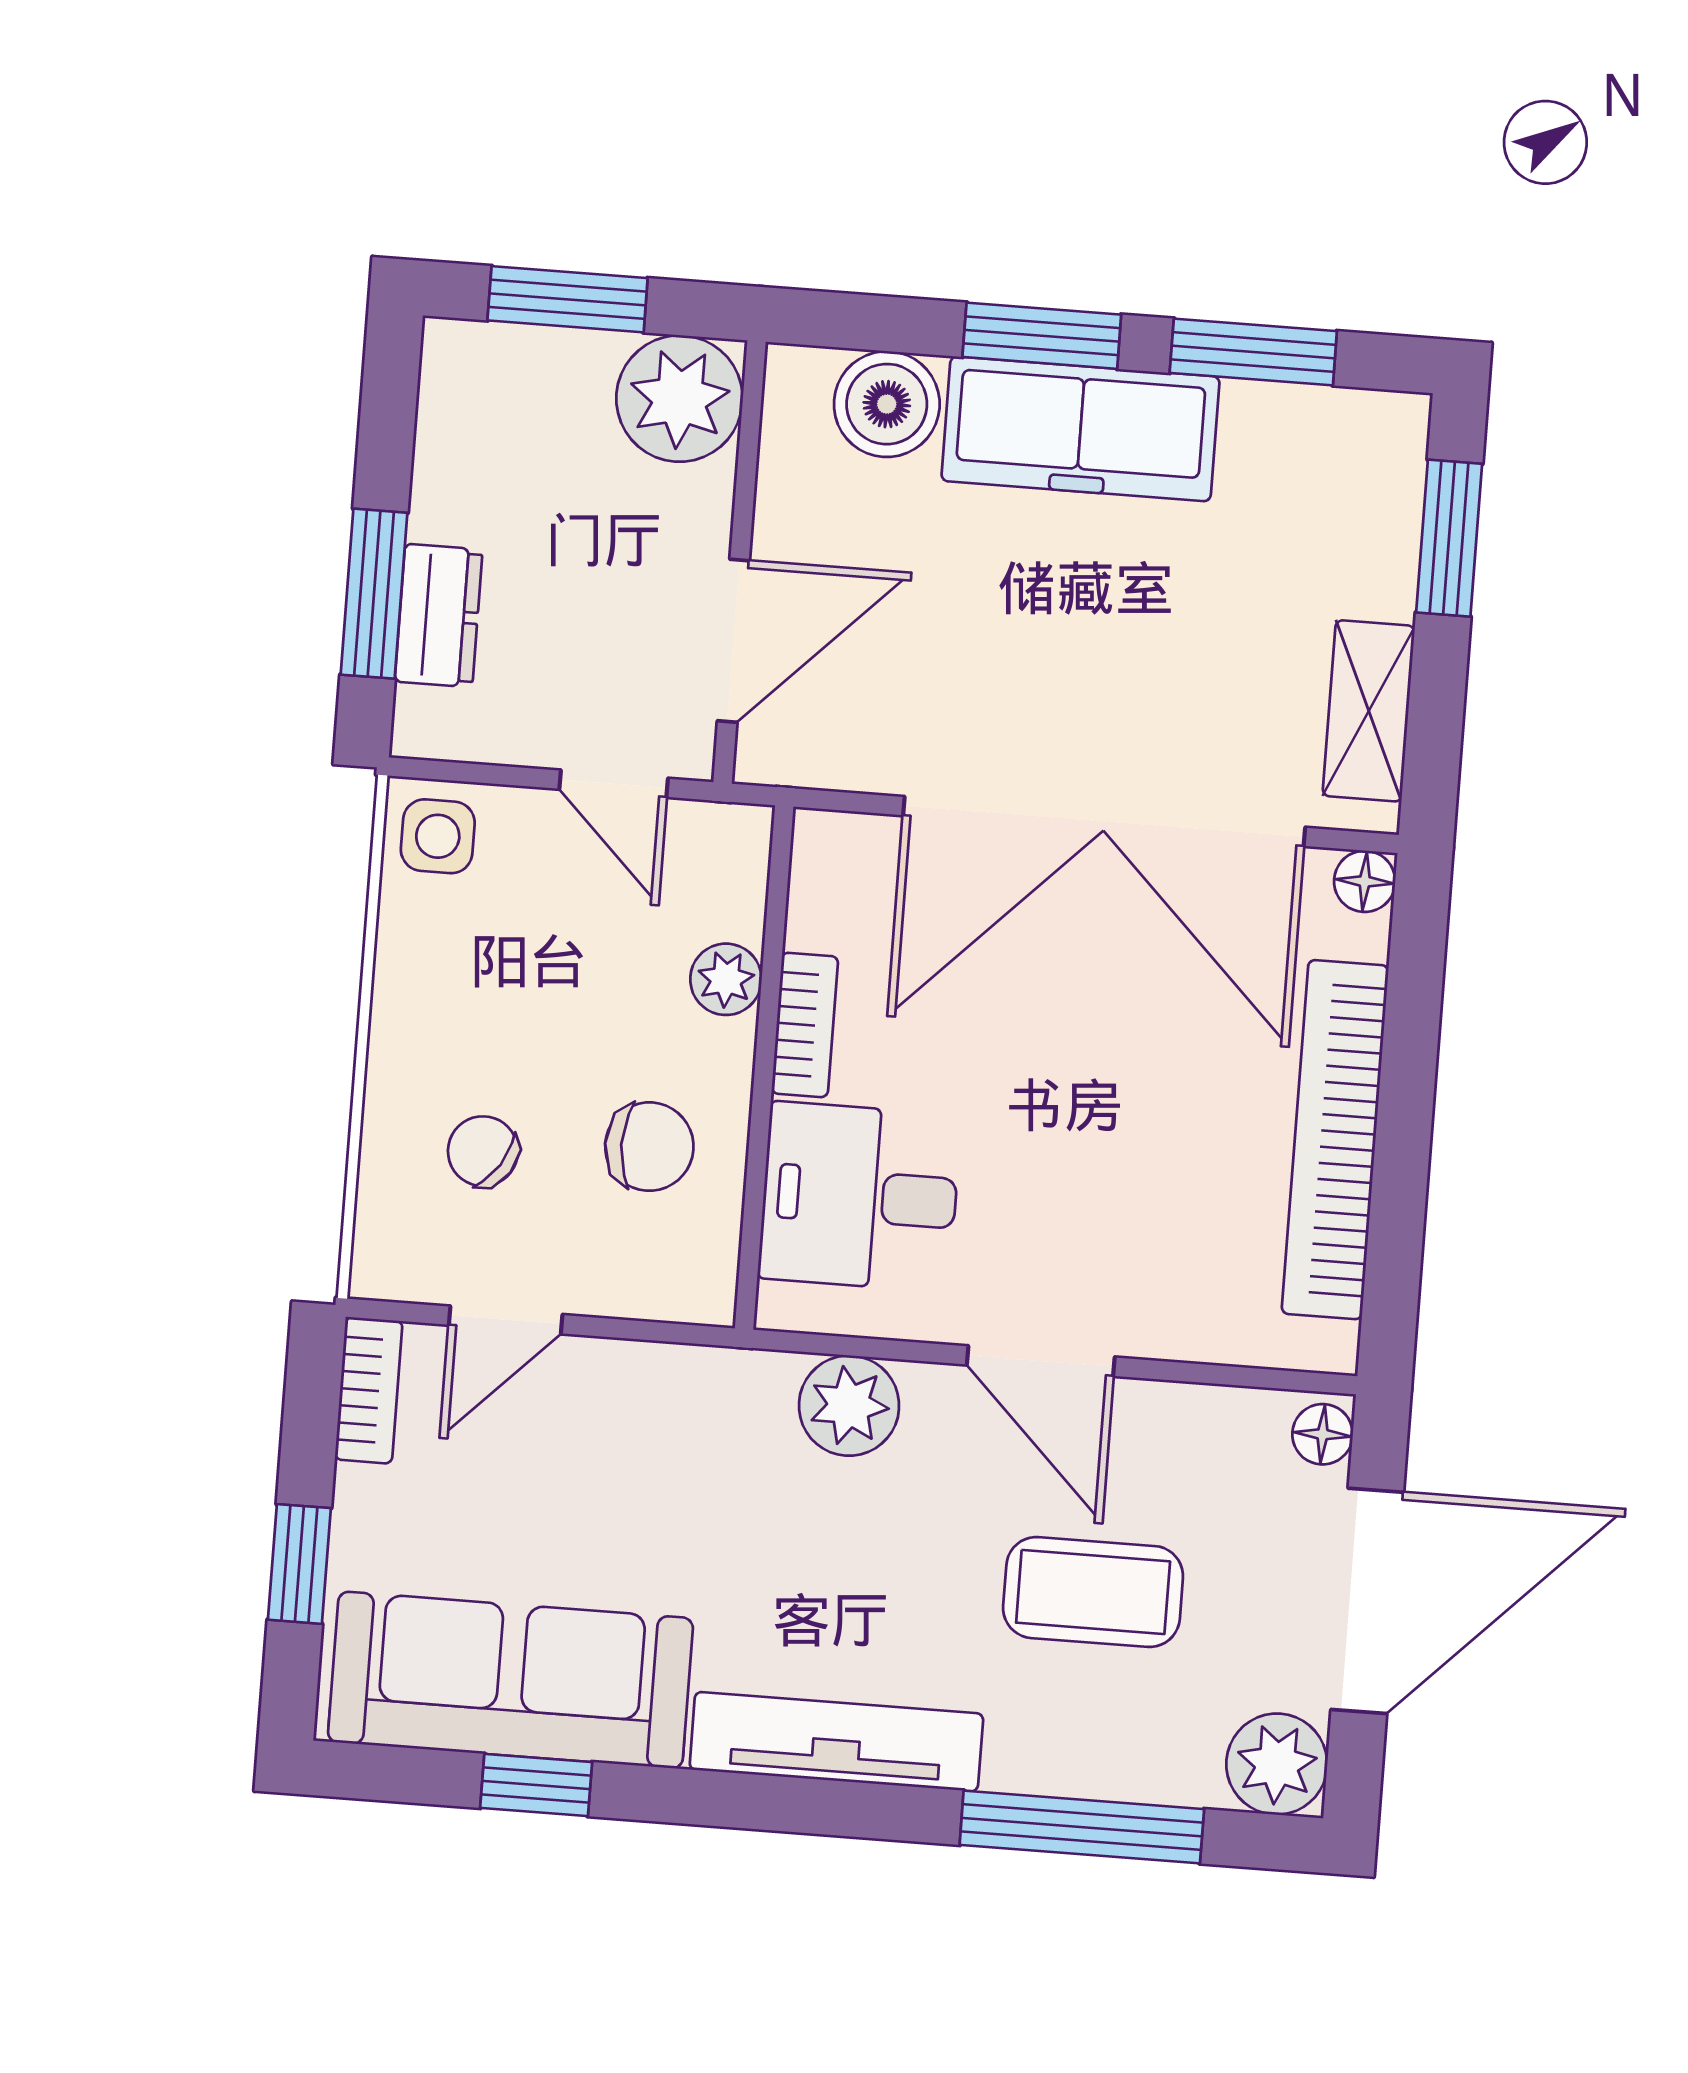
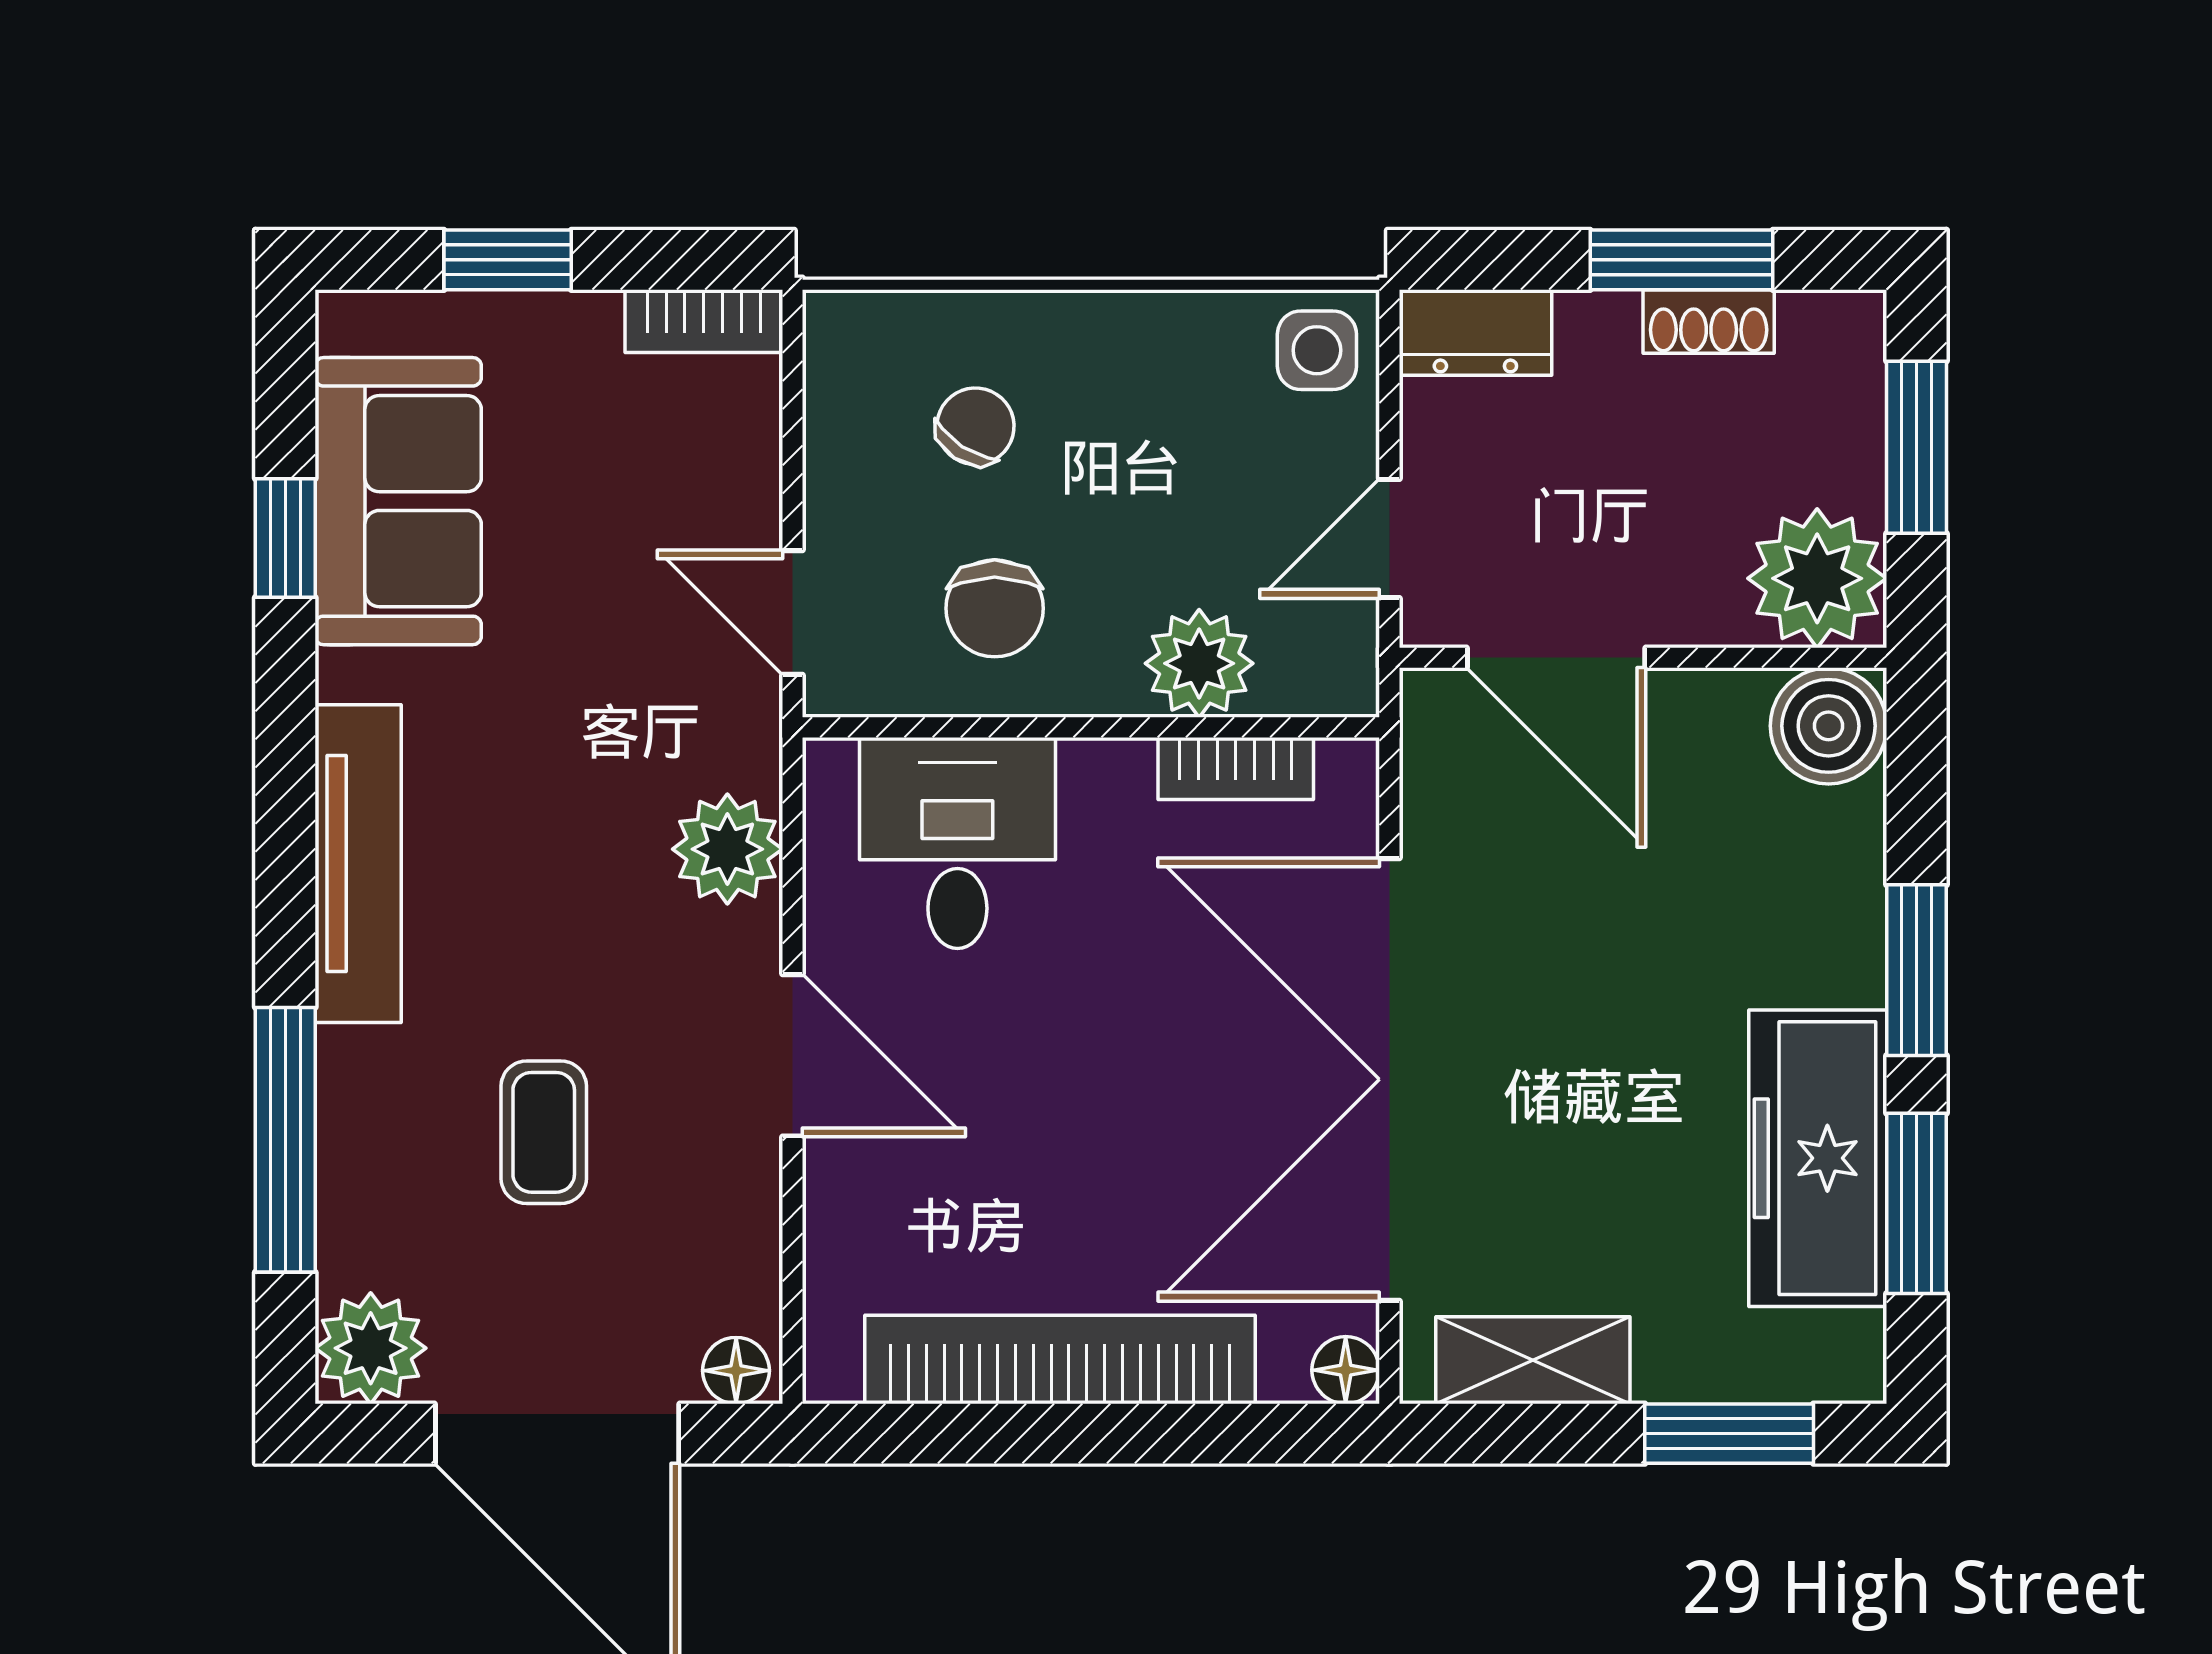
boiler: (887, 404) -> (1829, 726), moved
freezer: (1081, 429) -> (1818, 1158), moved
shoe rack: (439, 479) -> (1709, 322), added
window: (374, 594) -> (1681, 260), moved
dresser: (439, 616) -> (1475, 333), moved
plant: (726, 979) -> (1199, 663), width x1.38, depth x1.38
bookcase: (805, 1025) -> (1236, 768), moved
door: (506, 1320) -> (792, 613), moved
door: (1041, 1361) -> (792, 1055), swing flipped
coffee table: (1093, 1592) -> (544, 1132), width x0.73, depth x0.77
sofa: (510, 1680) -> (398, 501), width x0.73

